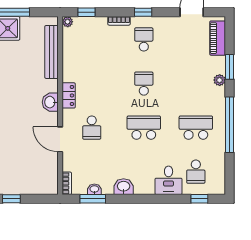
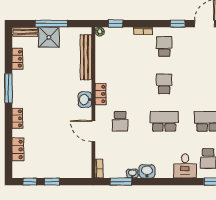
window: (143, 12) -> (178, 24), moved
washbasin: (94, 189) -> (132, 173), moved

